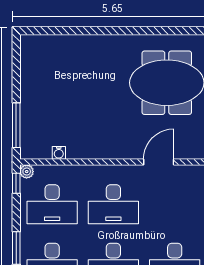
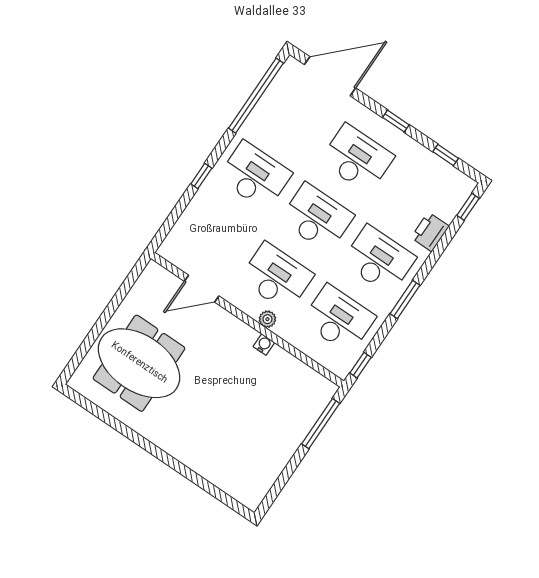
water cooler: (59, 153) -> (264, 344), moved
plant: (27, 172) -> (267, 319), moved

